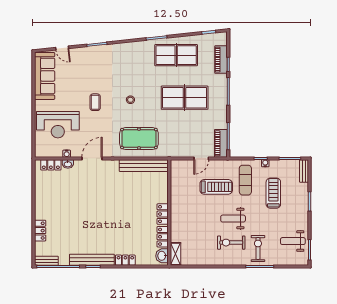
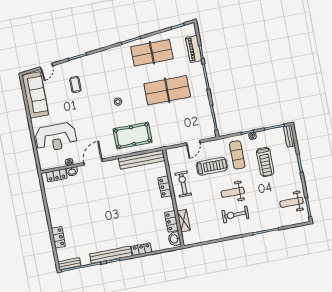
door: (62, 48) -> (46, 66), hinge flipped
coffee table: (95, 102) -> (75, 85), moved
piano: (221, 143) -> (208, 126), removed
treadmill: (273, 193) -> (265, 162), turned 180
locker: (163, 214) -> (165, 187), moved
exercise bike: (258, 249) -> (183, 184), moved
shelving: (175, 254) -> (184, 221), moved

